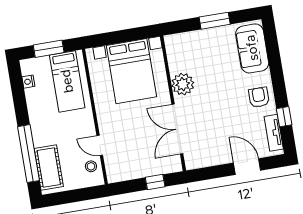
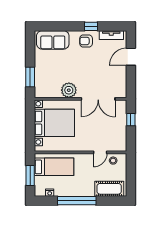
window: (215, 21) -> (30, 77), moved
window: (284, 117) -> (91, 26), moved
window: (29, 154) -> (77, 201), moved

